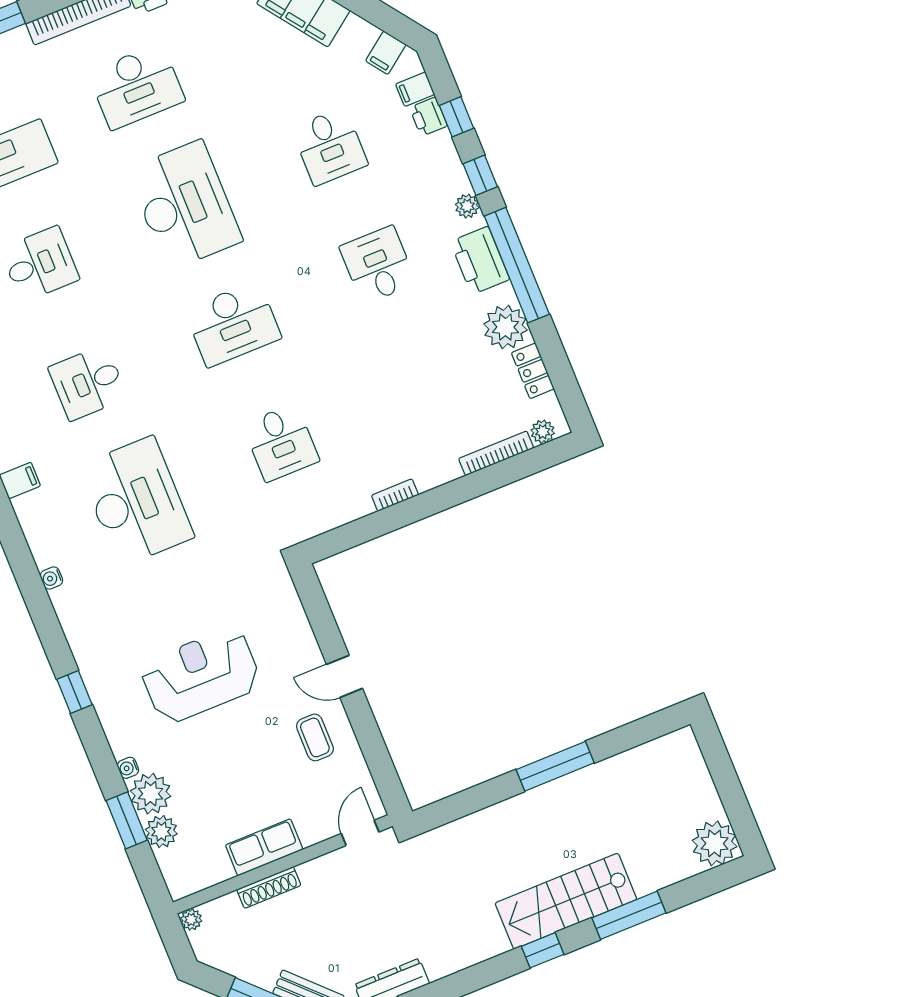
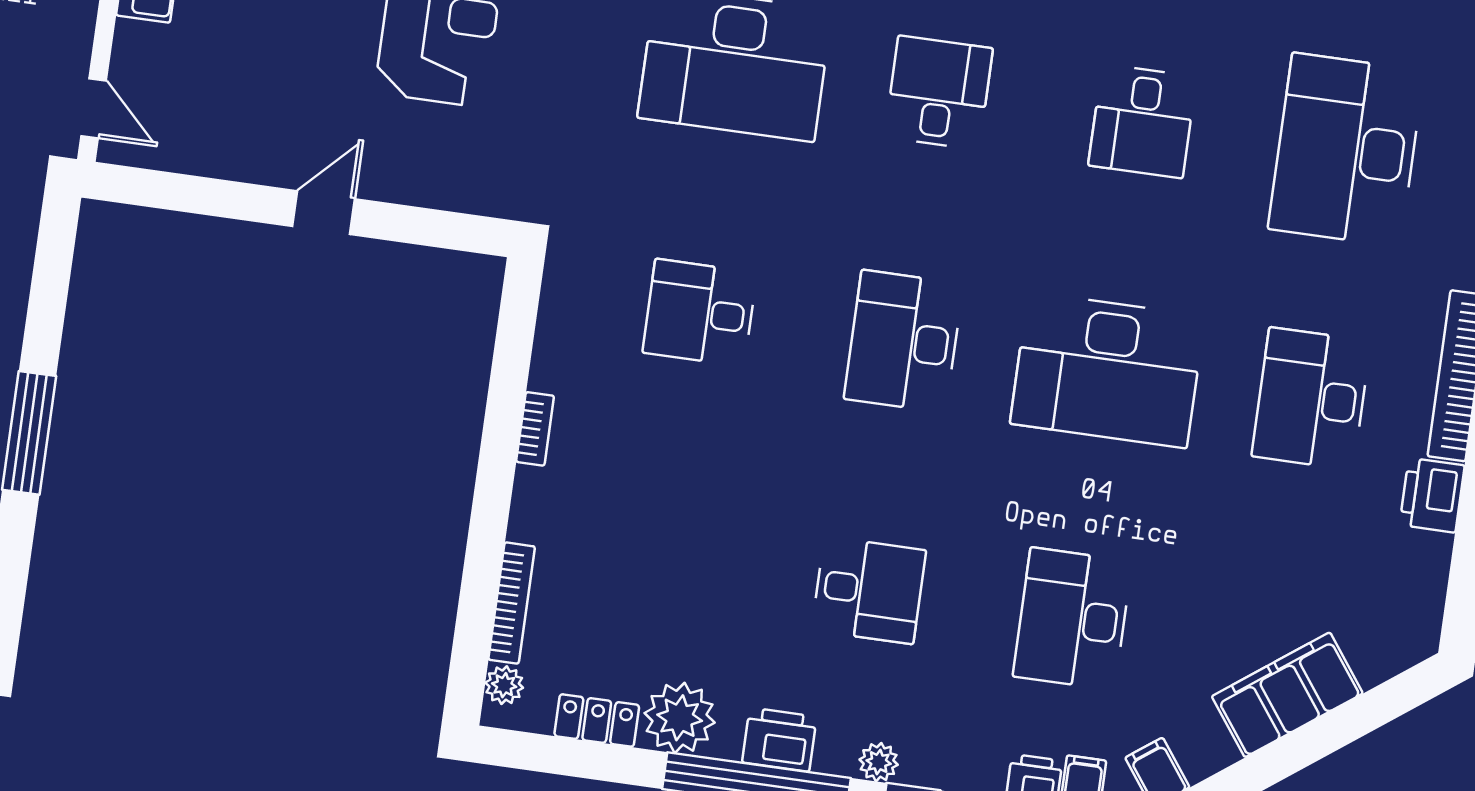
desk: (330, 146) -> (1073, 619), width x1.37
printer: (480, 260) -> (779, 740), width x0.73, depth x0.84
coffee table: (315, 737) -> (263, 122), removed

